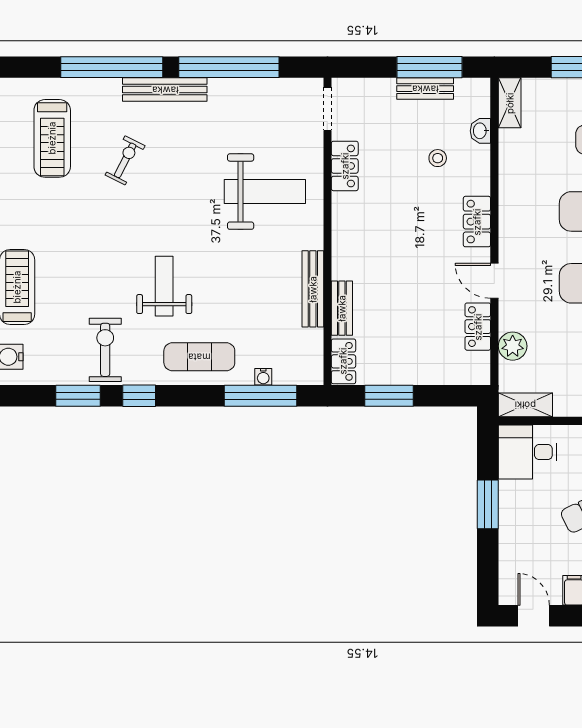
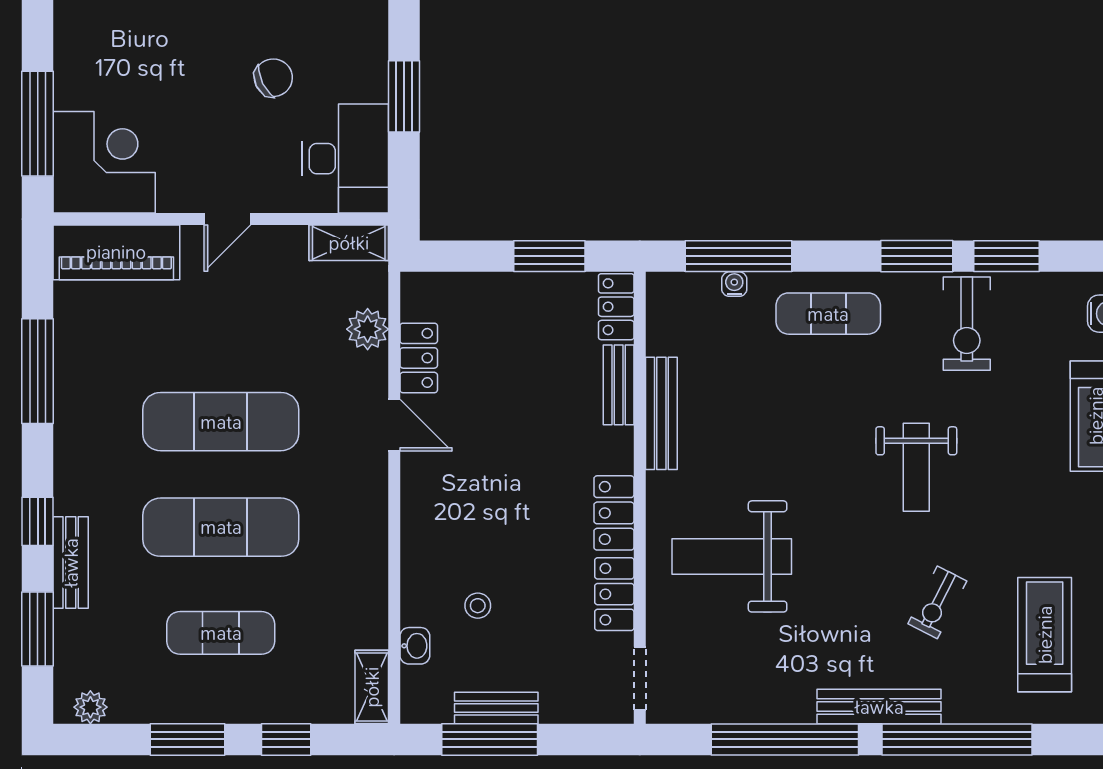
locker: (477, 222) -> (614, 513), moved, turned 180
weight bench: (164, 286) -> (916, 467), moved
window: (139, 396) -> (917, 256), width x1.50
desk: (528, 452) -> (345, 159), width x1.37

